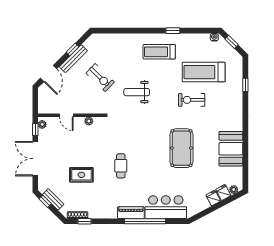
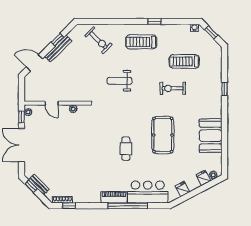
treadmill: (204, 72) -> (184, 61), width x0.73, depth x0.73
door: (49, 73) -> (34, 63), swing flipped
exercise bike: (100, 78) -> (98, 40), moved
window: (245, 85) -> (225, 89), moved
cafe table: (121, 166) -> (126, 149), moved
rug: (81, 175) -> (66, 161), removed
fridge: (213, 198) -> (182, 189), moved

